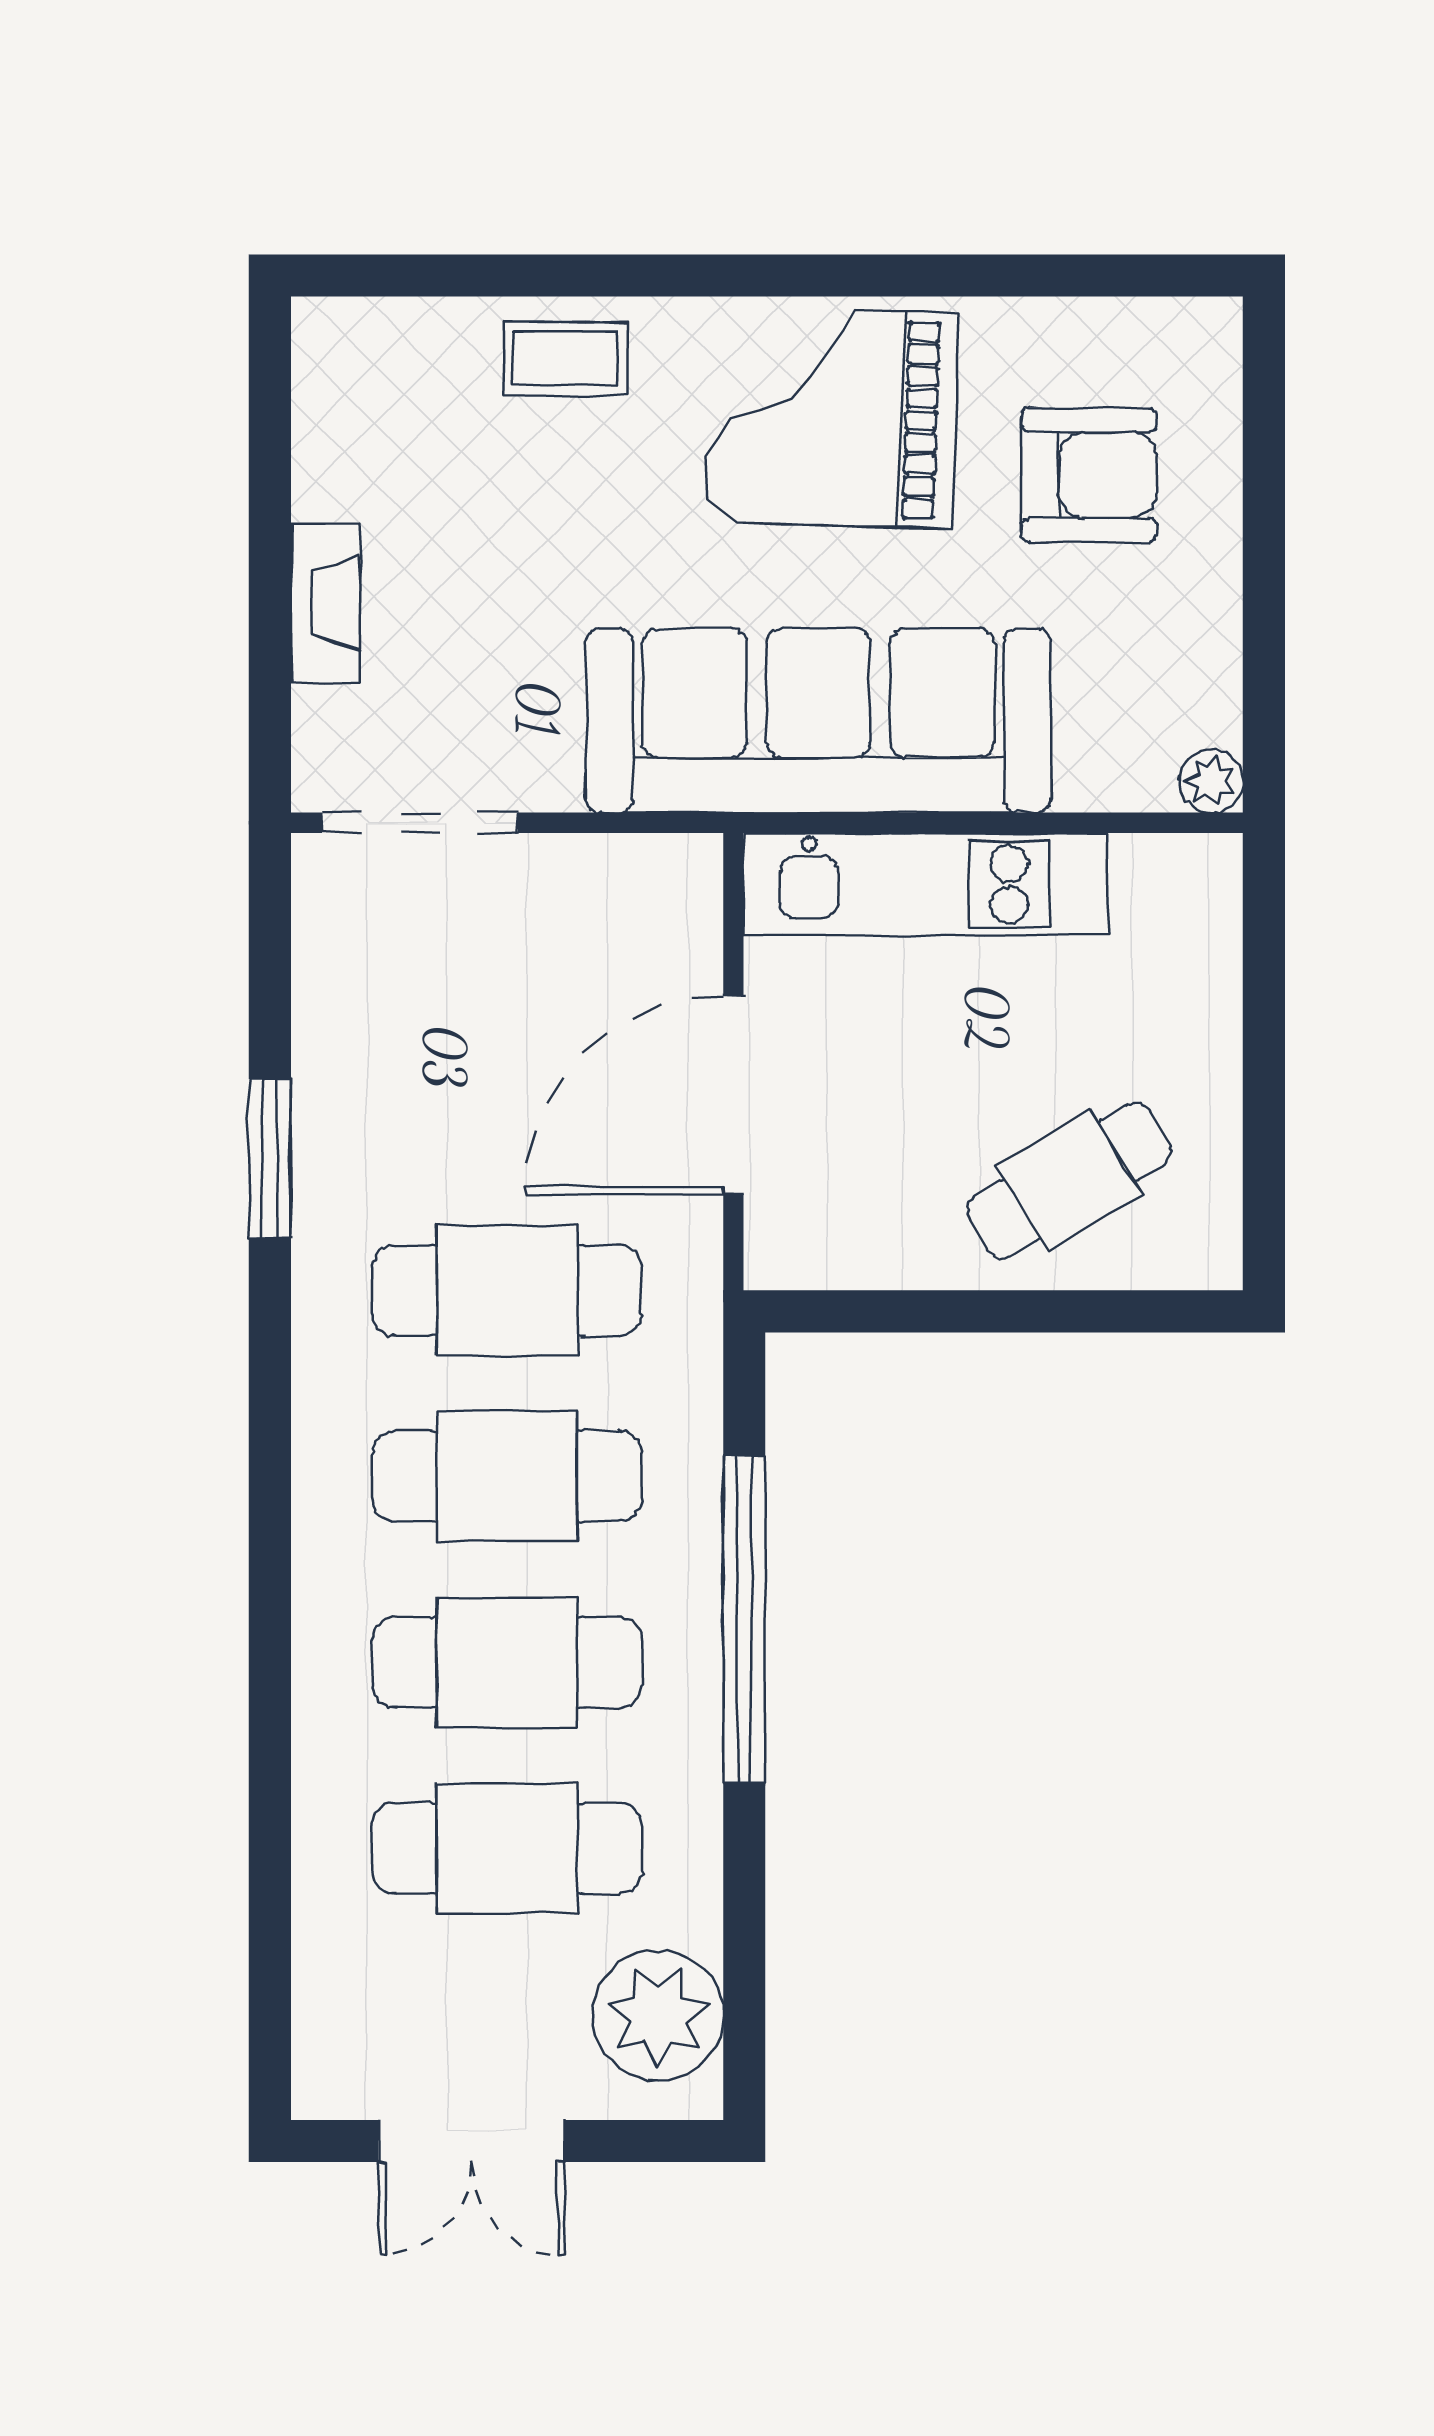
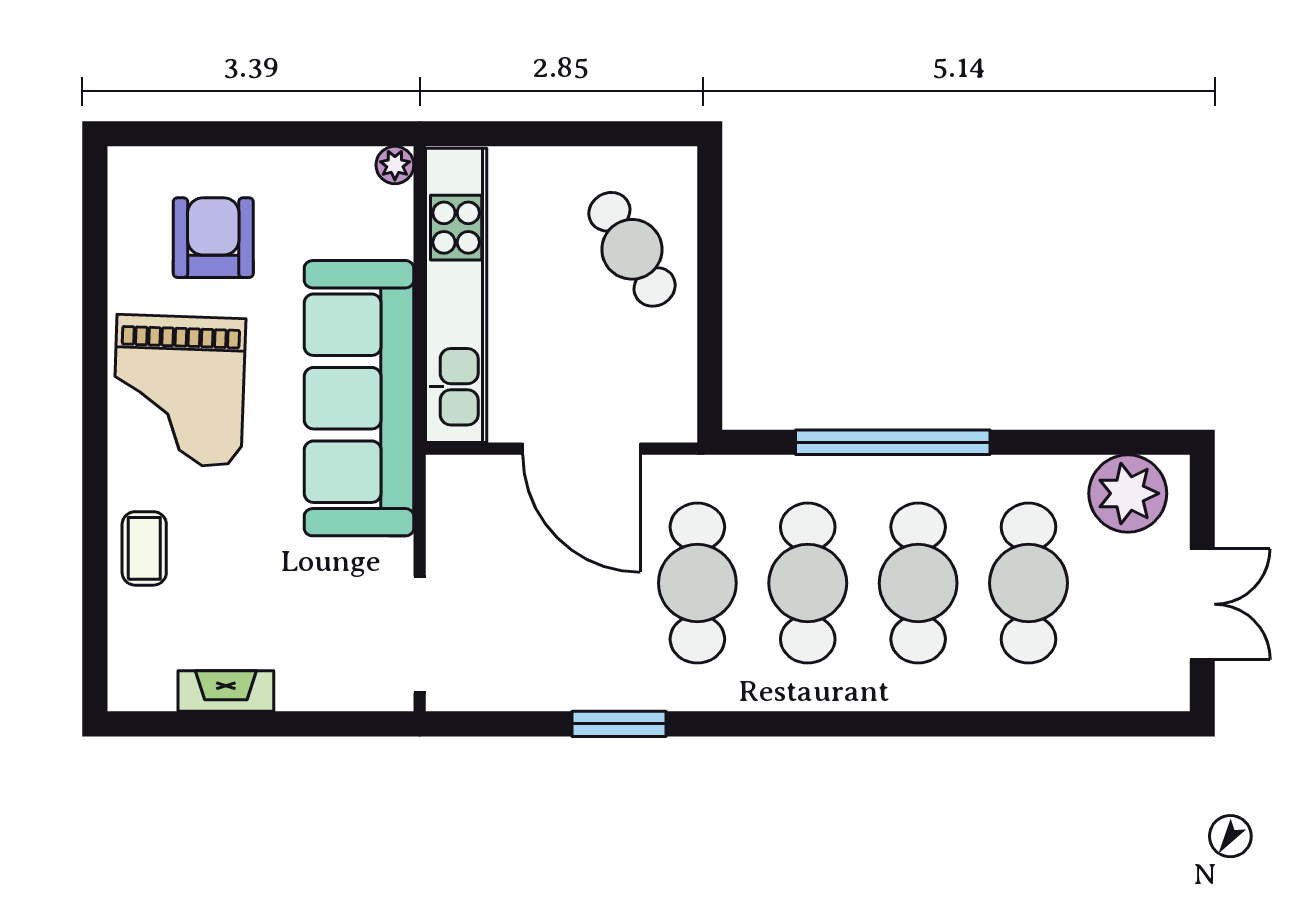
fireplace: (325, 603) -> (226, 691), moved
kitchen unit: (925, 884) -> (456, 295), width x1.36

